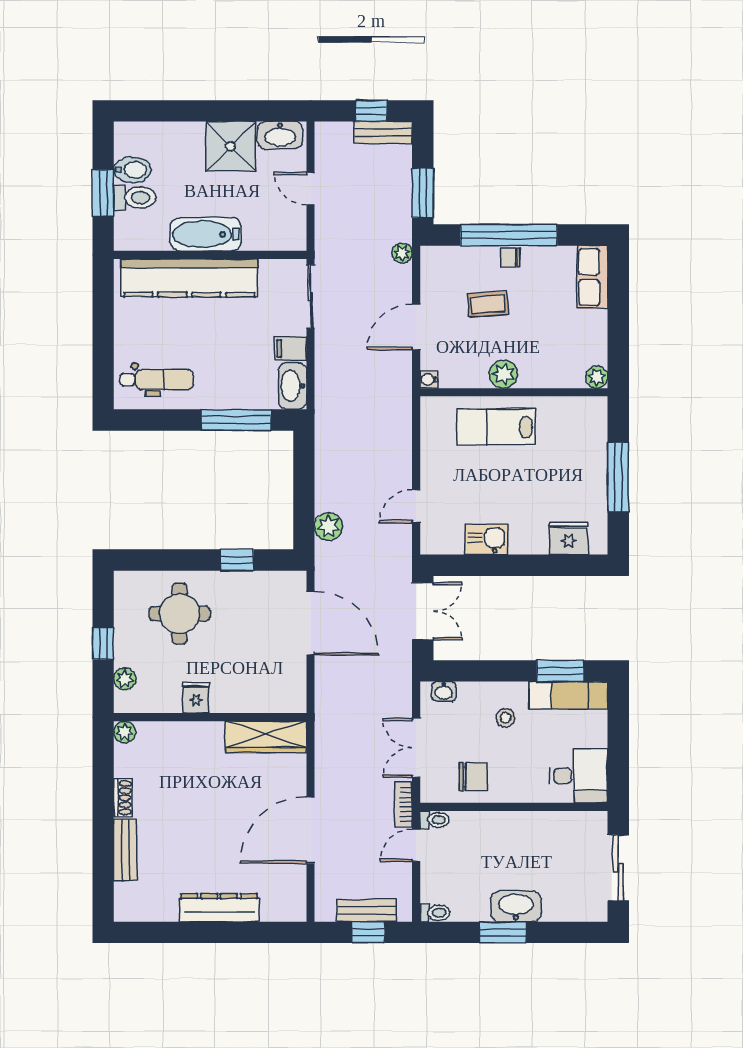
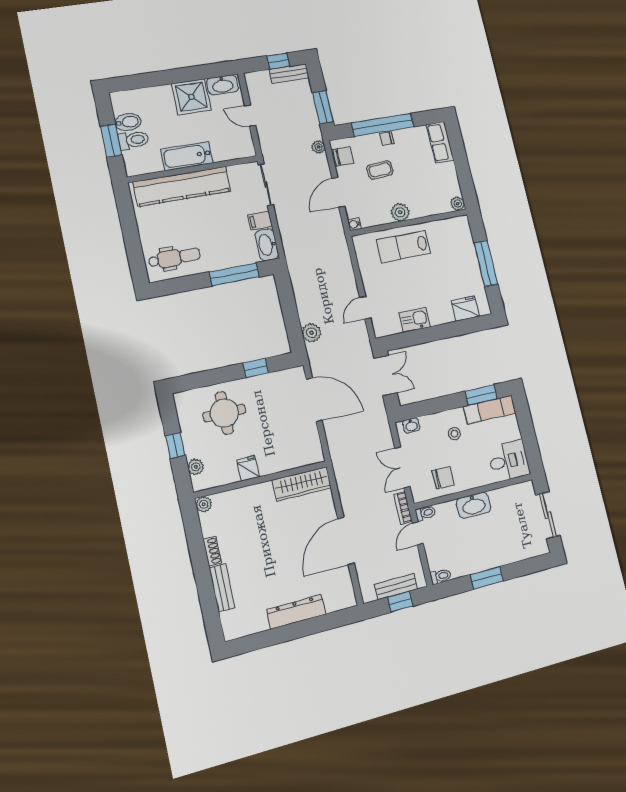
chair: (436, 273) -> (343, 156), added
washbasin: (516, 906) -> (474, 505), moved, turned 180

